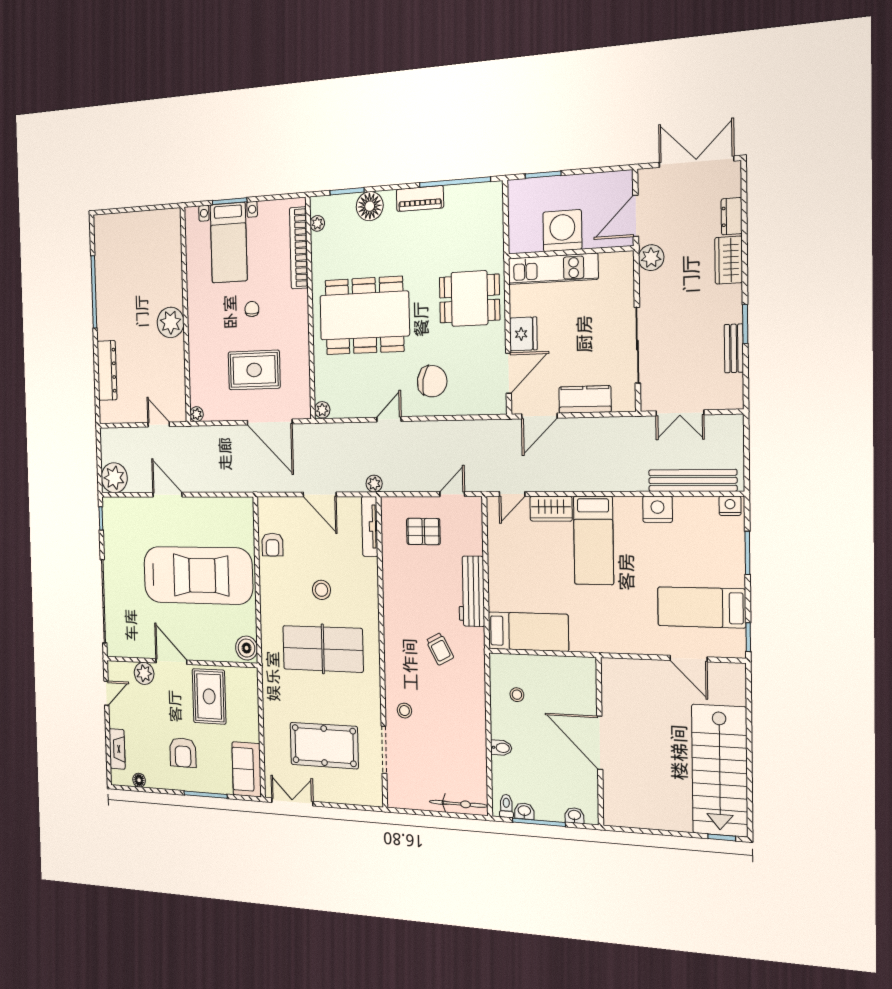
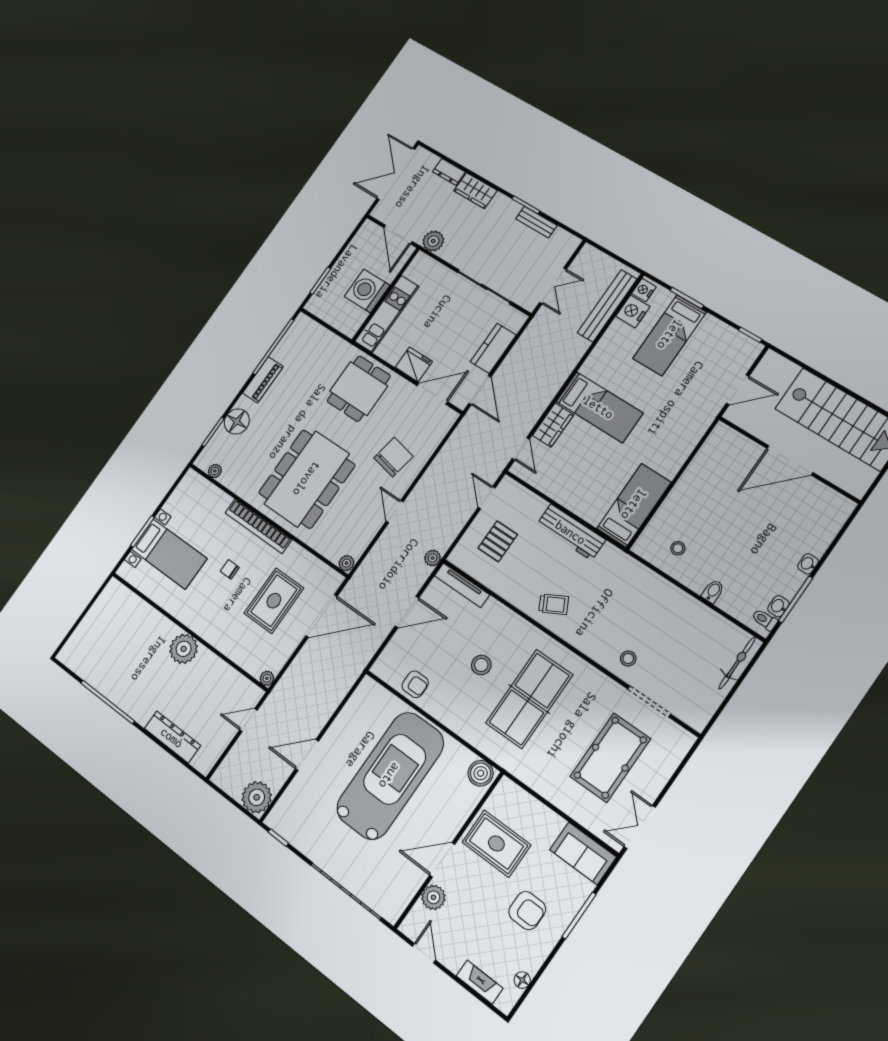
bookcase: (299, 248) -> (258, 526), moved
door: (508, 373) -> (432, 394), hinge flipped
nightstand: (657, 509) -> (633, 311), moved
bed: (701, 607) -> (670, 335), moved
trolley: (440, 649) -> (554, 604), moved
wall: (600, 742) -> (789, 460), moved
door: (600, 743) -> (790, 460), moved

